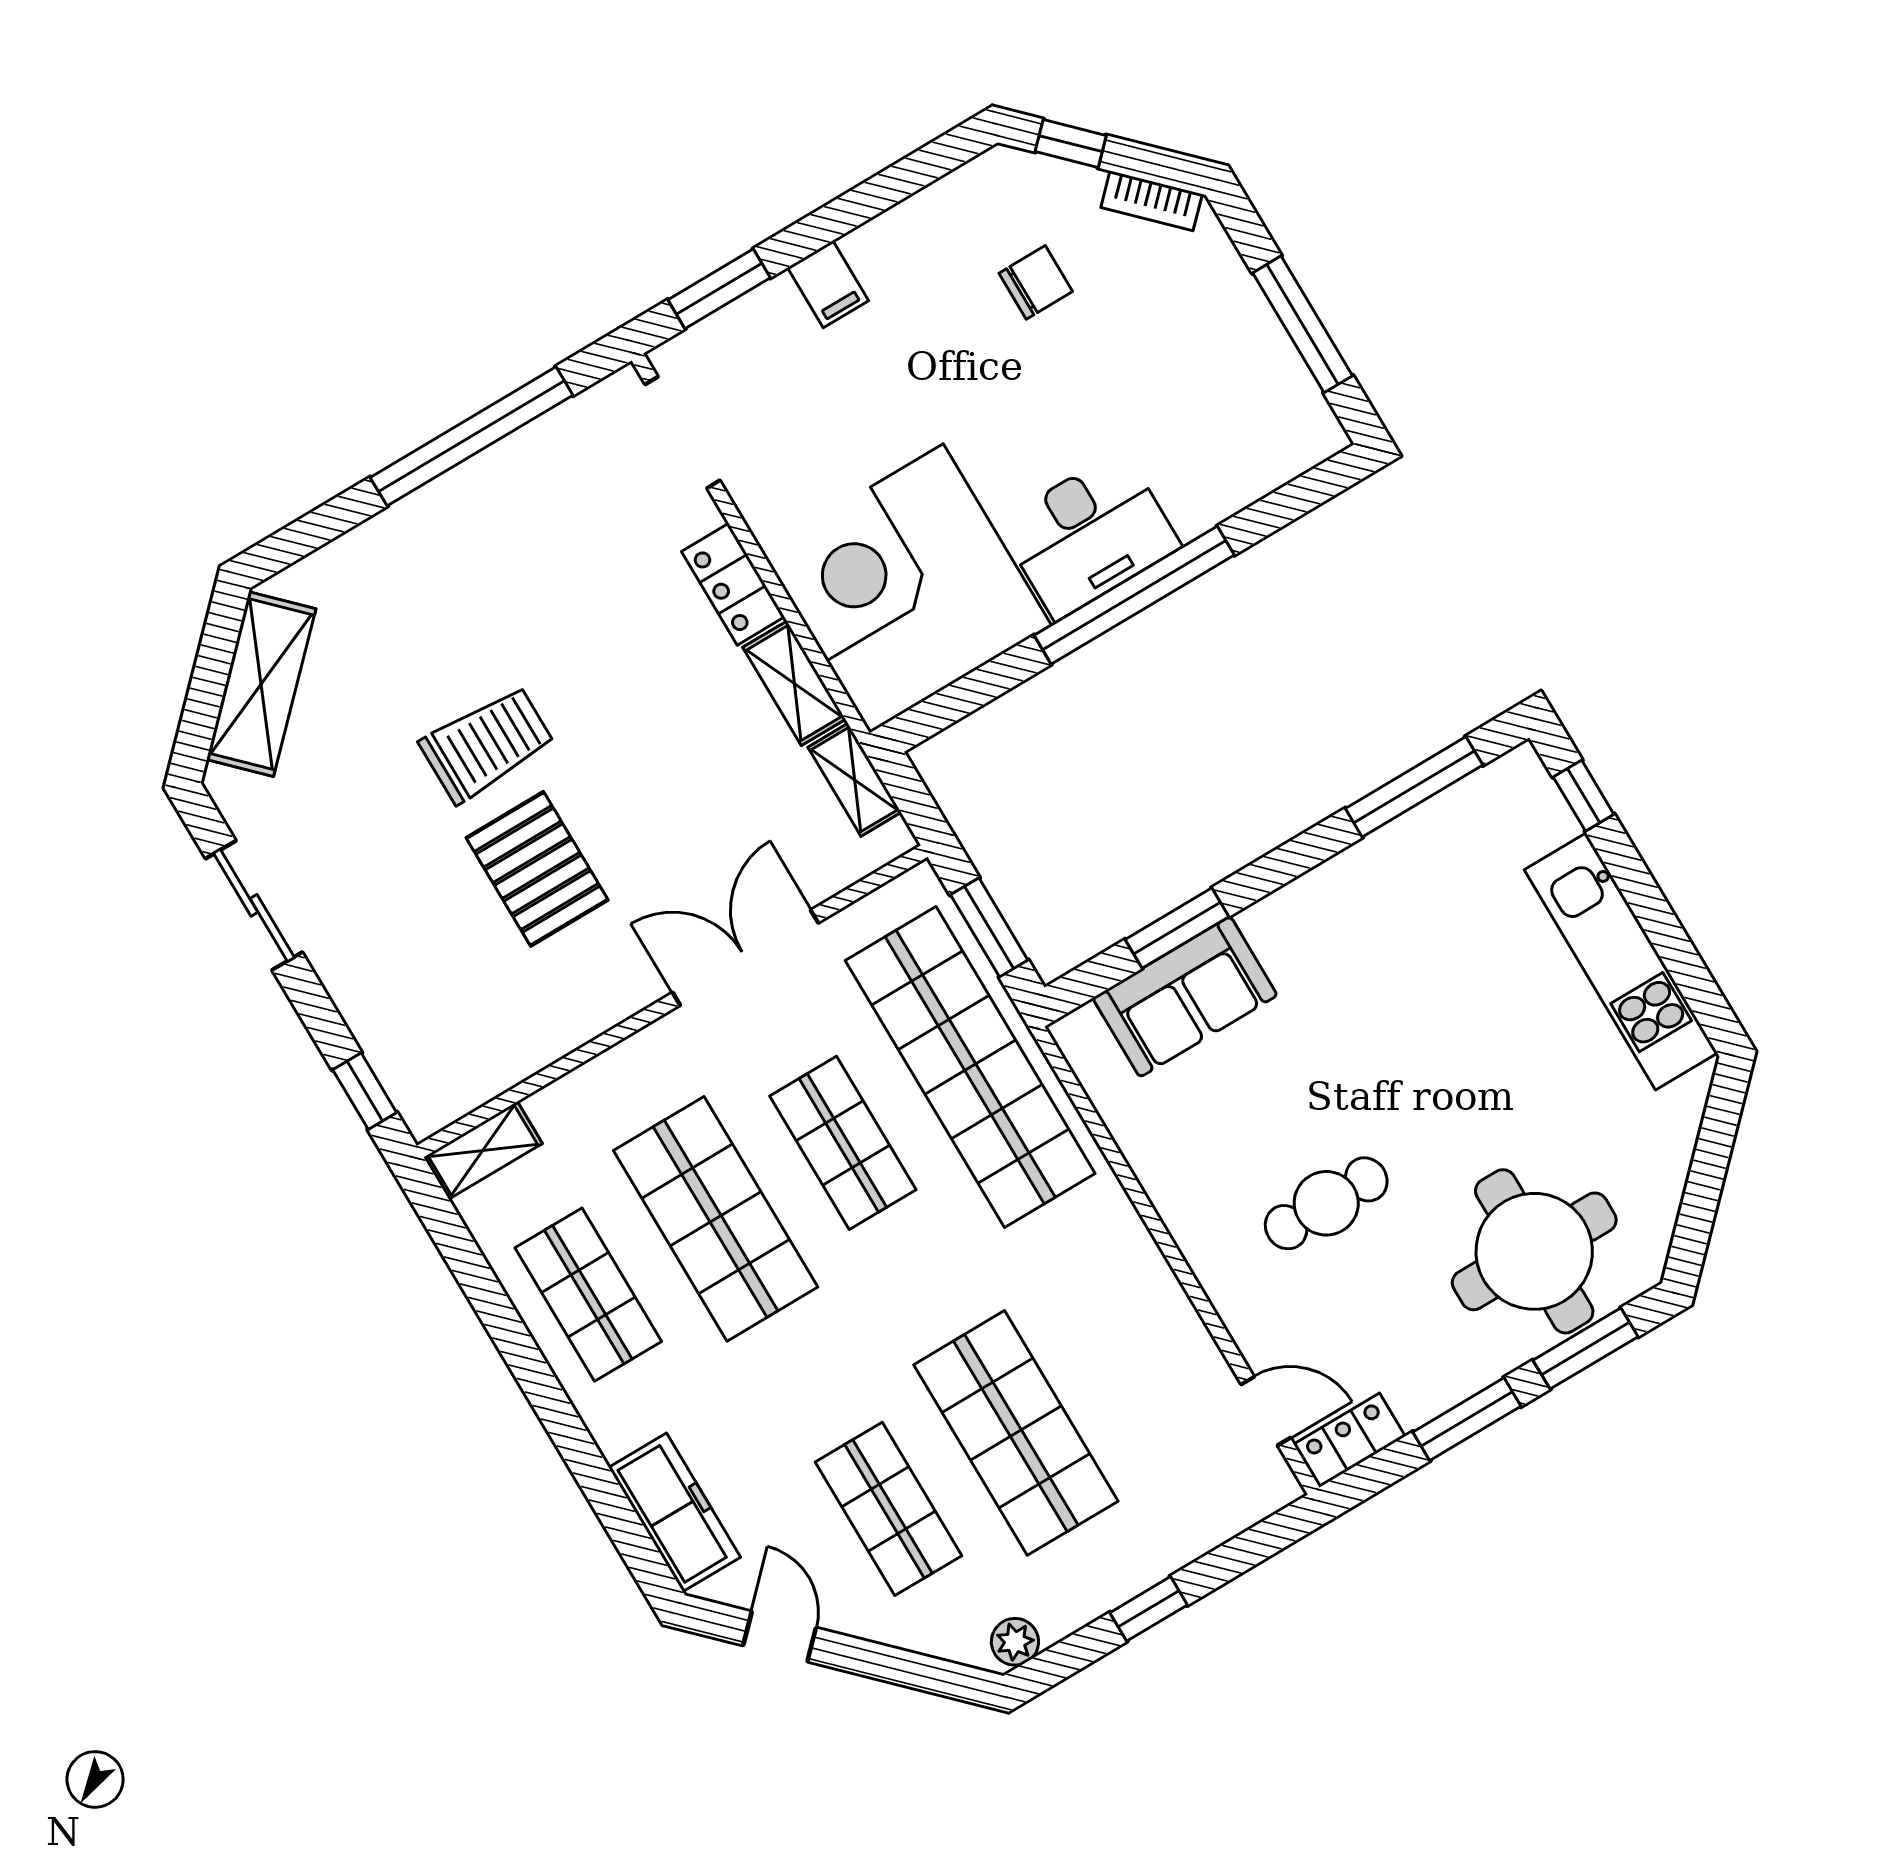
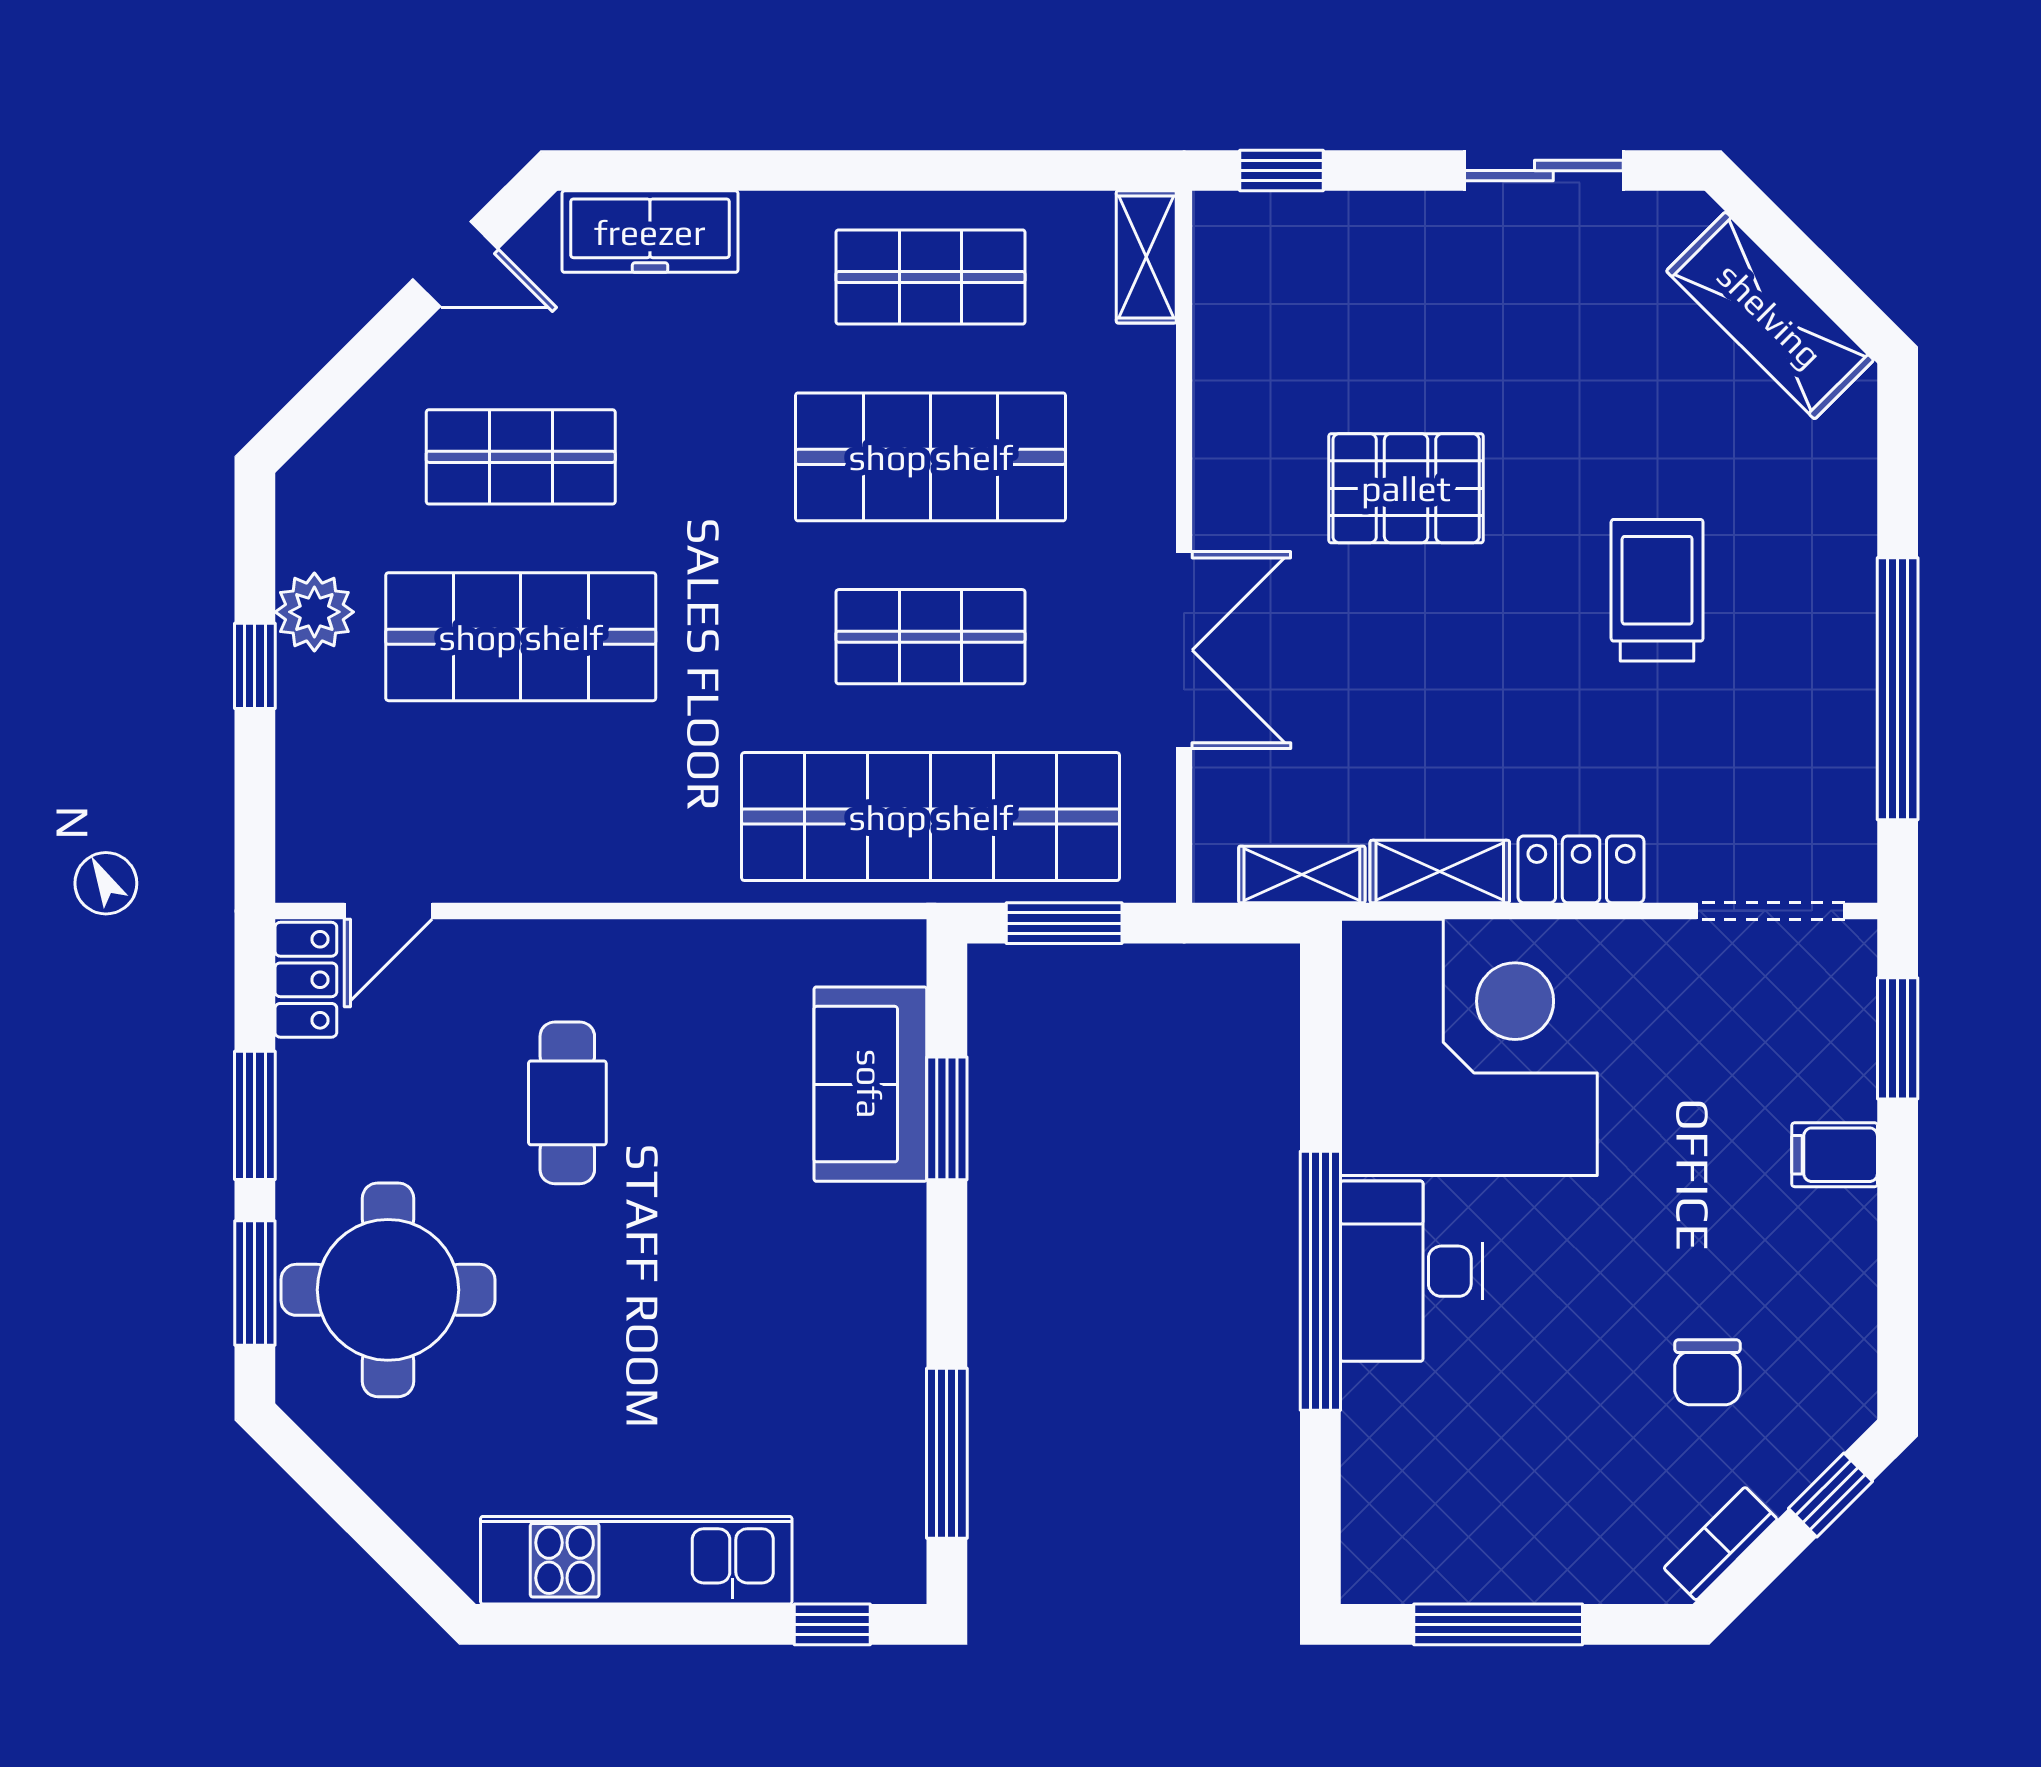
trolley: (487, 744) -> (1657, 590), moved, turned 180
plant: (1015, 1642) -> (314, 612), moved, width x1.38, depth x1.38

